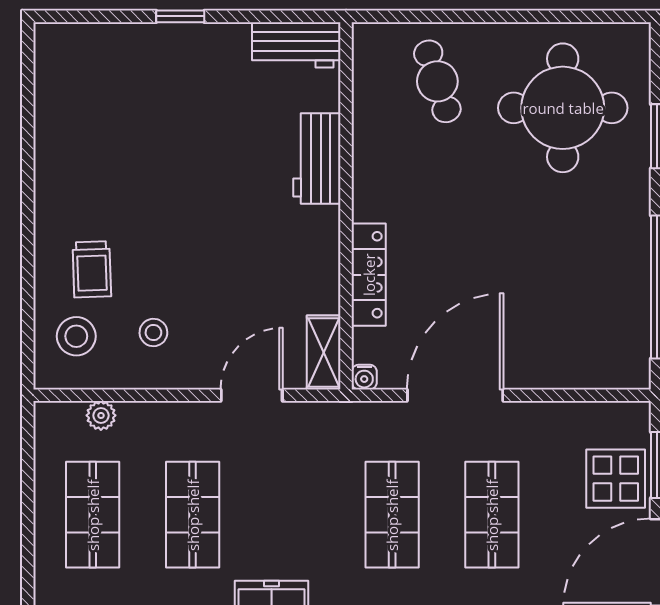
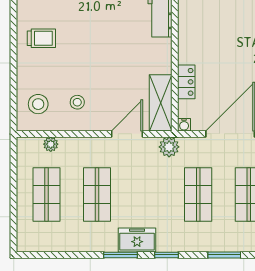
trolley: (92, 269) -> (41, 38), moved, turned -88
locker: (369, 275) -> (186, 82), width x0.66
shelving: (324, 352) -> (161, 103), width x1.50, depth x1.33
plant: (335, 421) -> (169, 147), added

